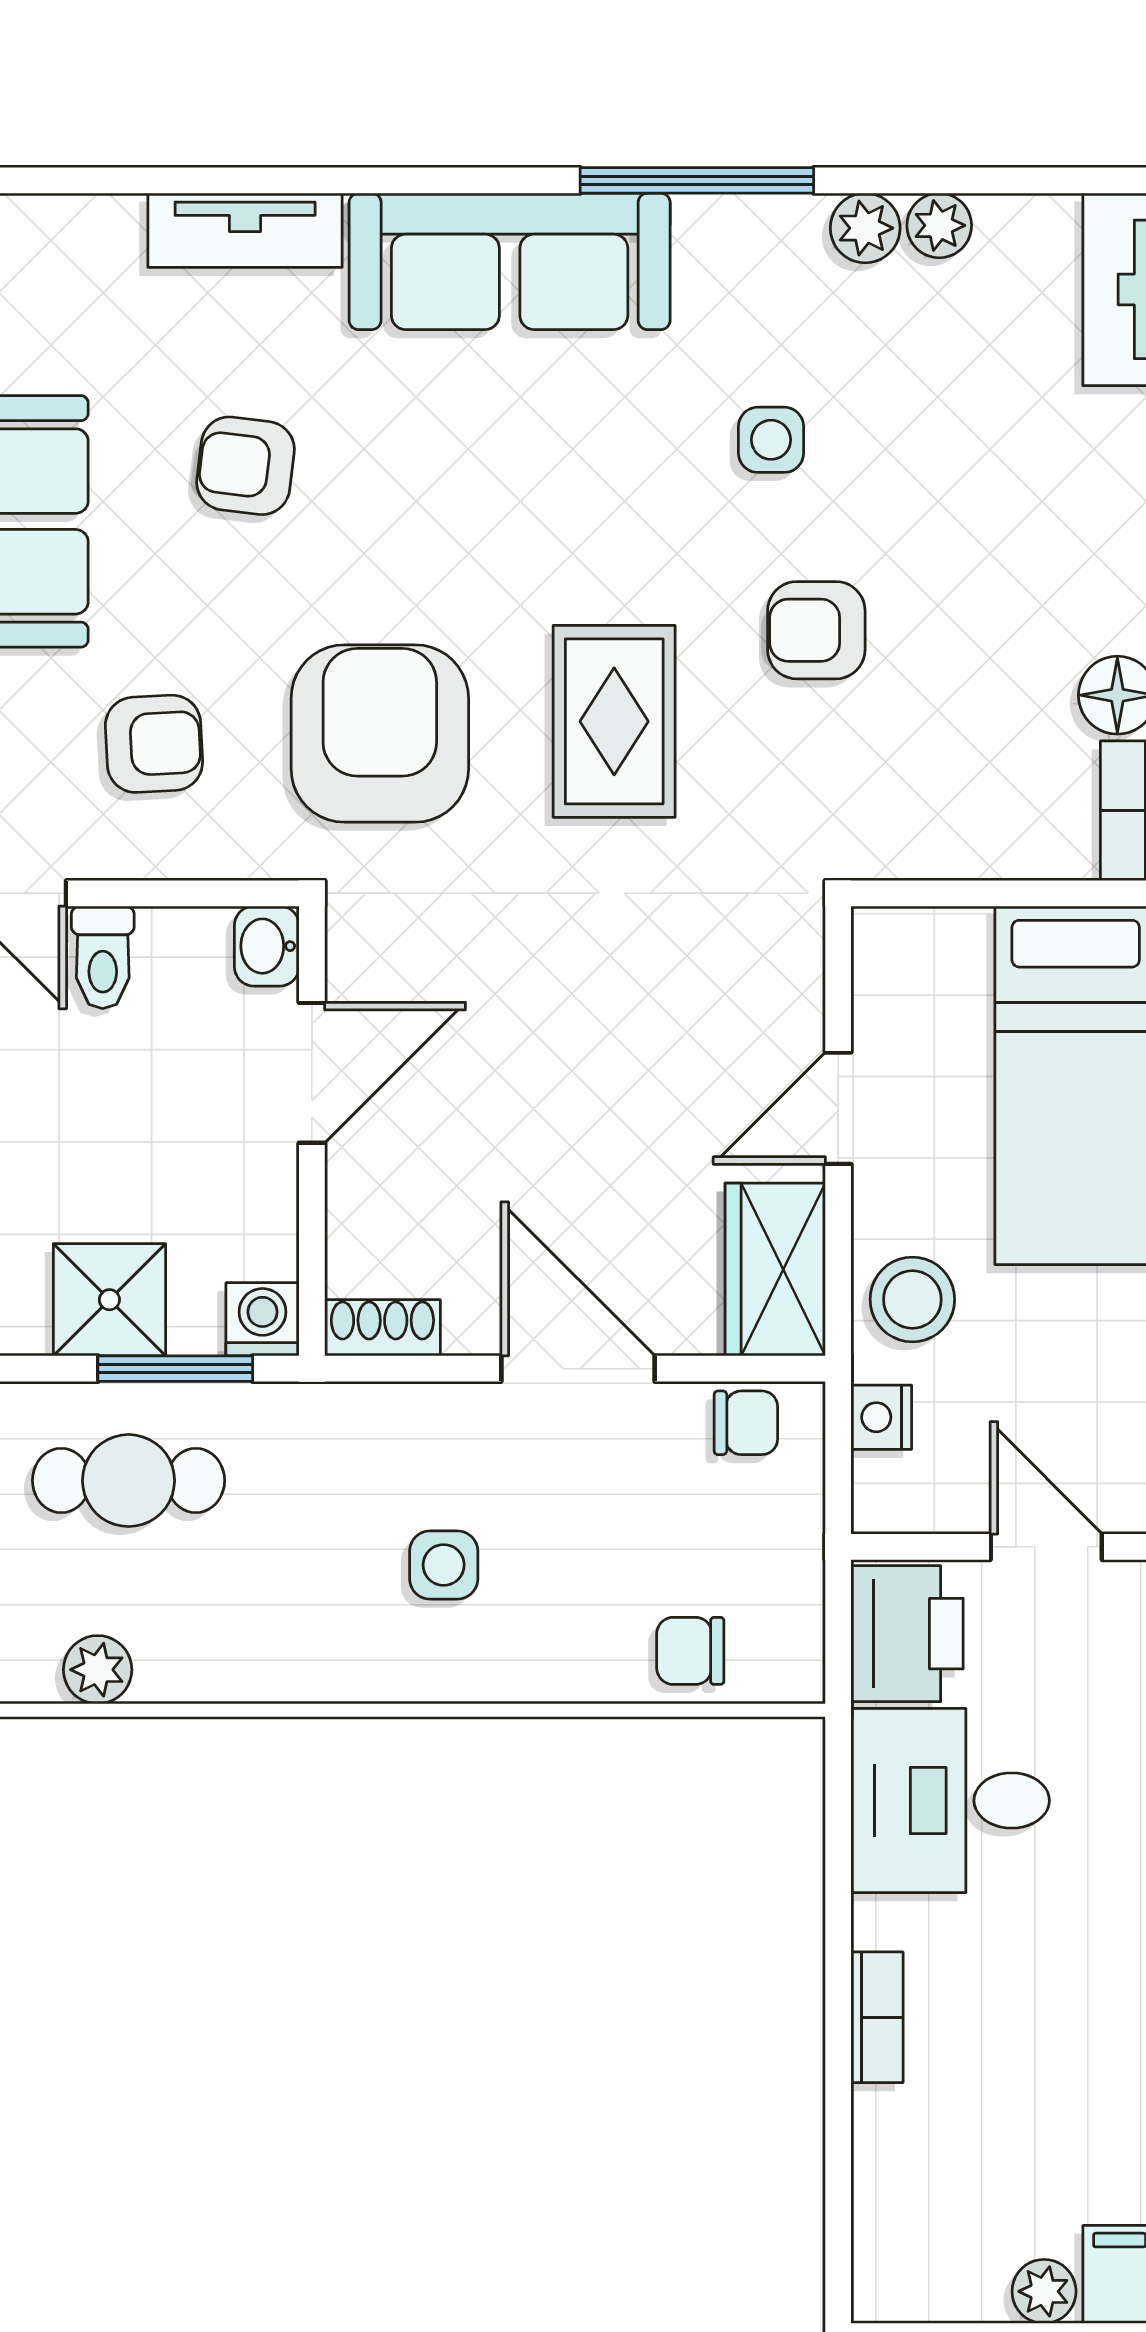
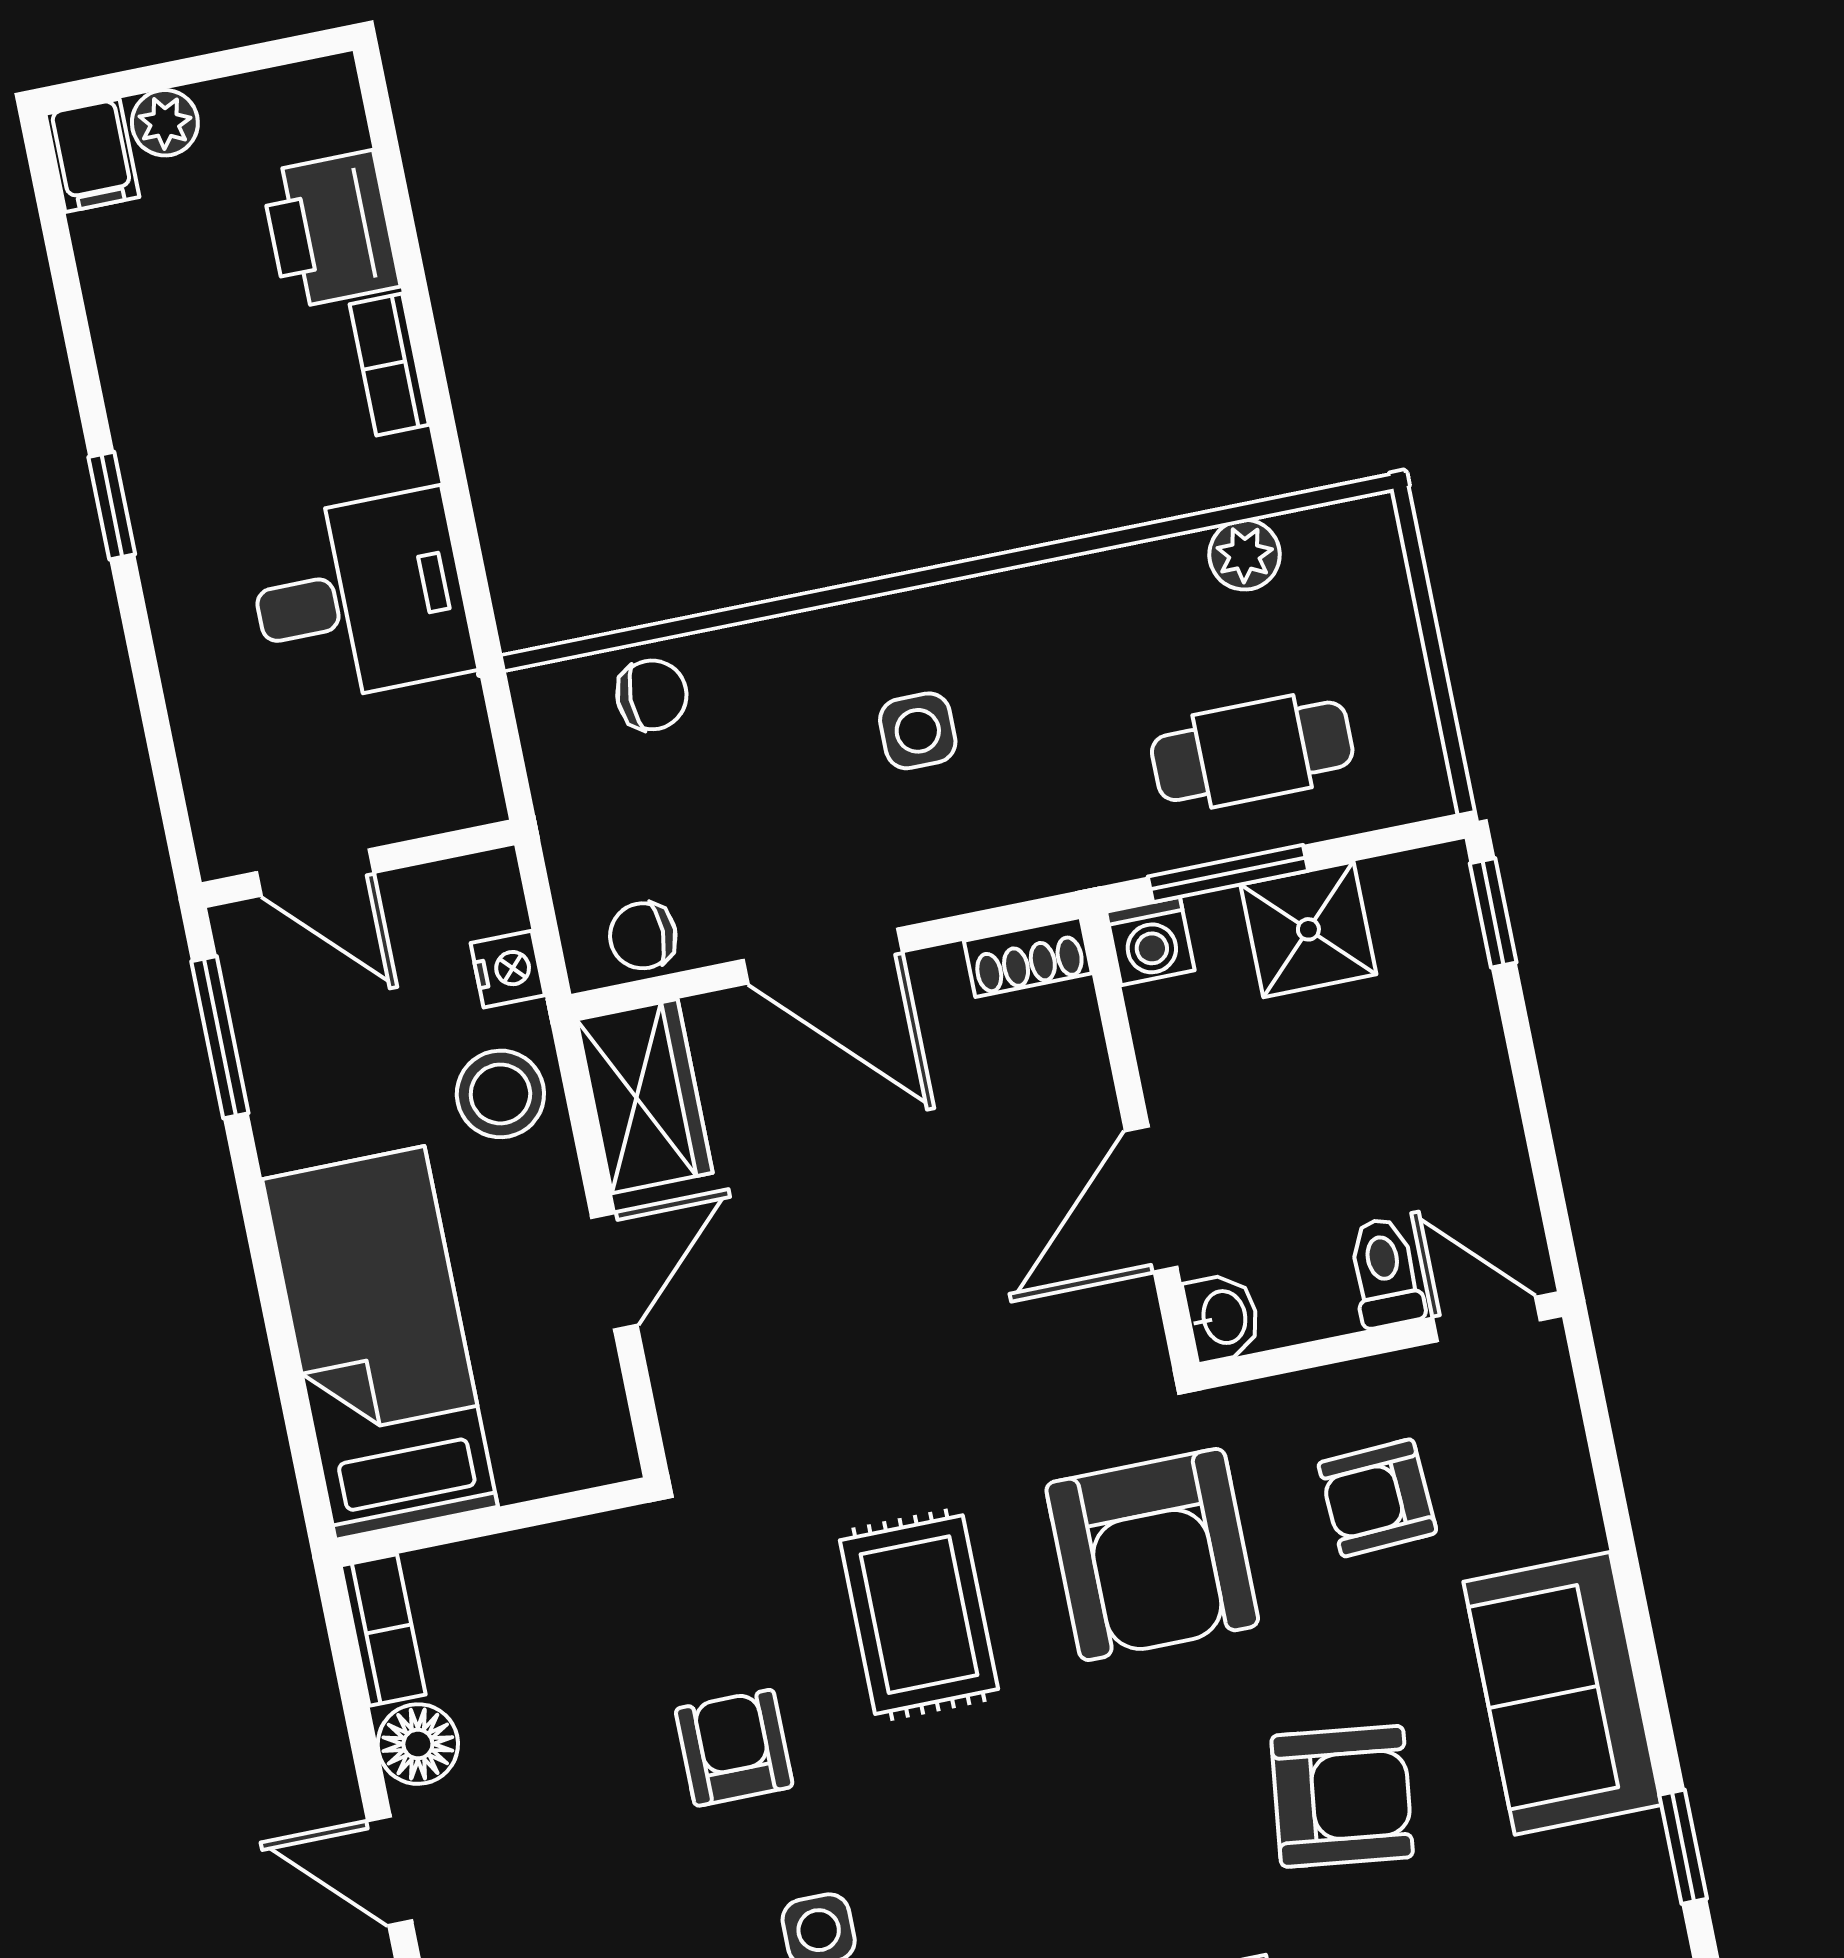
armchair: (246, 466) -> (1342, 1796), width x1.38, depth x1.38
armchair: (816, 630) -> (734, 1748), turned -90
printer: (907, 1634) -> (330, 230), moved

